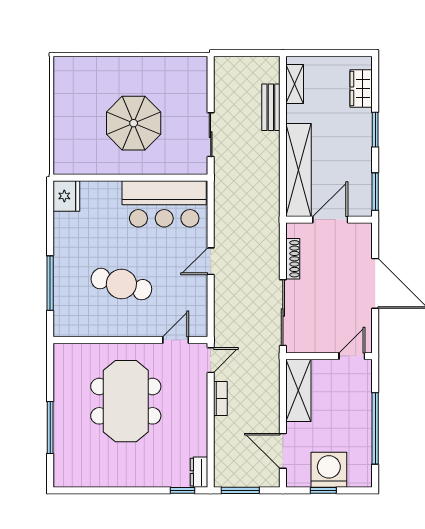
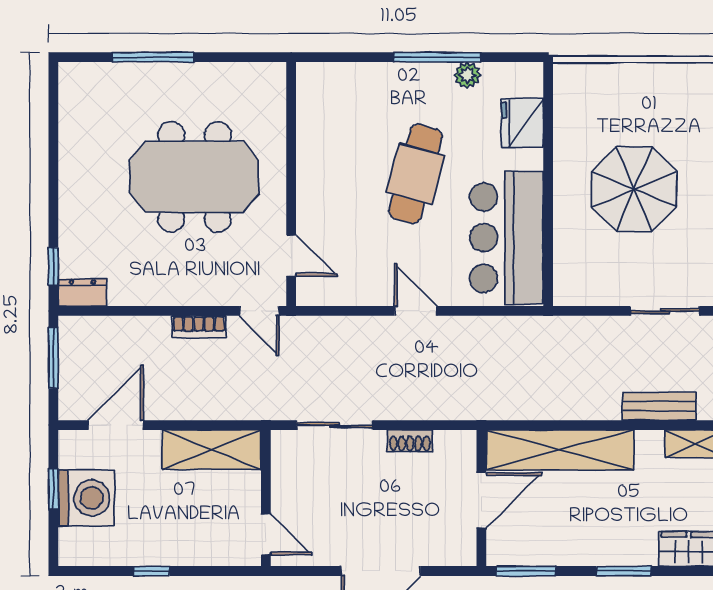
sliding door: (211, 135) -> (665, 311), moved
fridge: (66, 196) -> (522, 123), moved, turned 90
door: (330, 220) -> (481, 500), hinge flipped
plant: (61, 229) -> (467, 75), added
shoe rack: (293, 259) -> (410, 441), width x0.70
window: (50, 283) -> (437, 57), moved
cafe table: (121, 284) -> (416, 174), moved
sliding door: (283, 313) -> (335, 425), width x0.73
window: (375, 428) -> (152, 571), width x0.32

